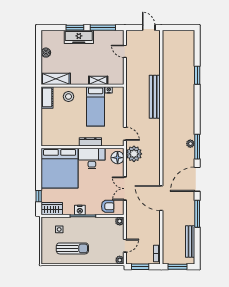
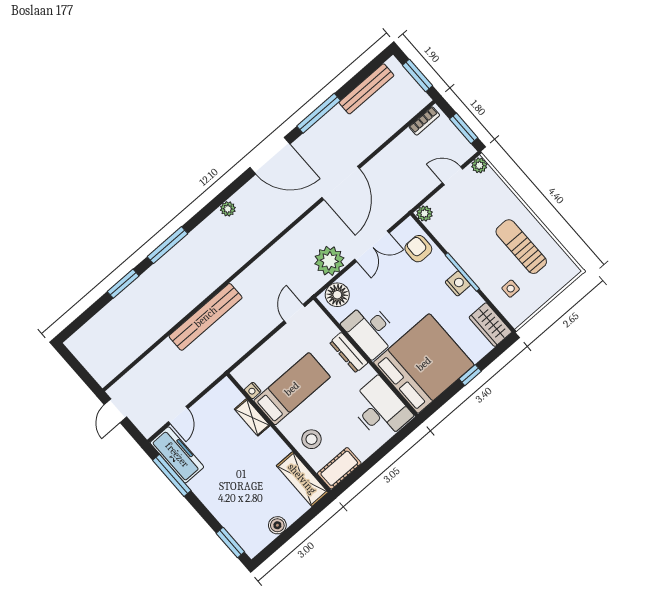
window: (75, 28) -> (230, 543), moved
freezer: (79, 37) -> (177, 455), moved
desk: (57, 135) -> (380, 409), added
window: (197, 147) -> (168, 245), moved
plant: (134, 154) -> (329, 261), moved
window: (39, 196) -> (470, 375), moved

